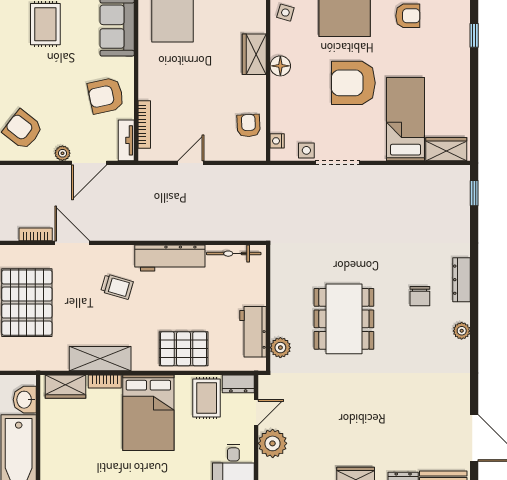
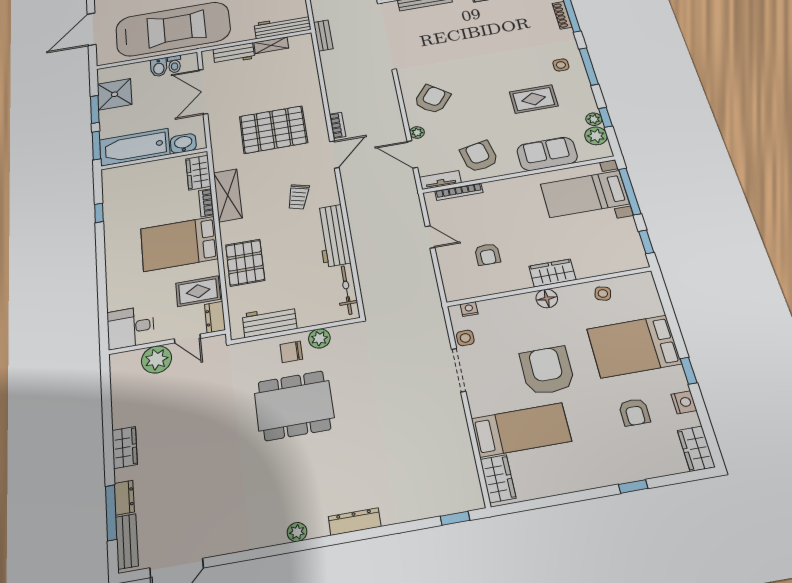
armchair: (249, 126) -> (487, 254), moved, turned 93
chair: (420, 296) -> (291, 352), moved
plant: (280, 348) -> (319, 338), moved

